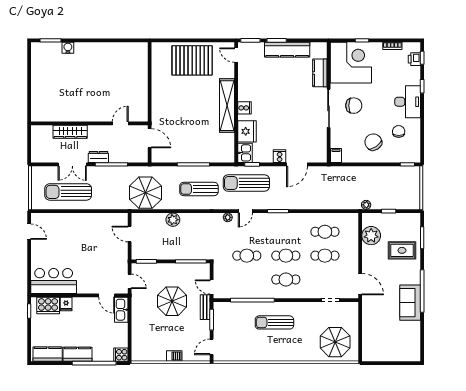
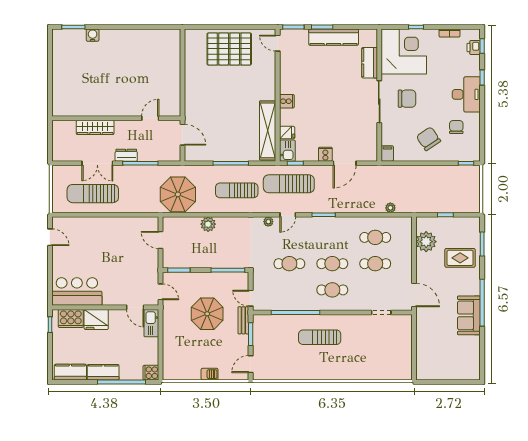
shelving: (227, 106) -> (268, 130), moved
fridge: (247, 131) -> (287, 133), width x0.53, depth x0.75
plant: (366, 205) -> (390, 208), moved
fridge: (66, 304) -> (96, 319), width x1.88, depth x1.34
parasol: (335, 342) -> (386, 359), removed

